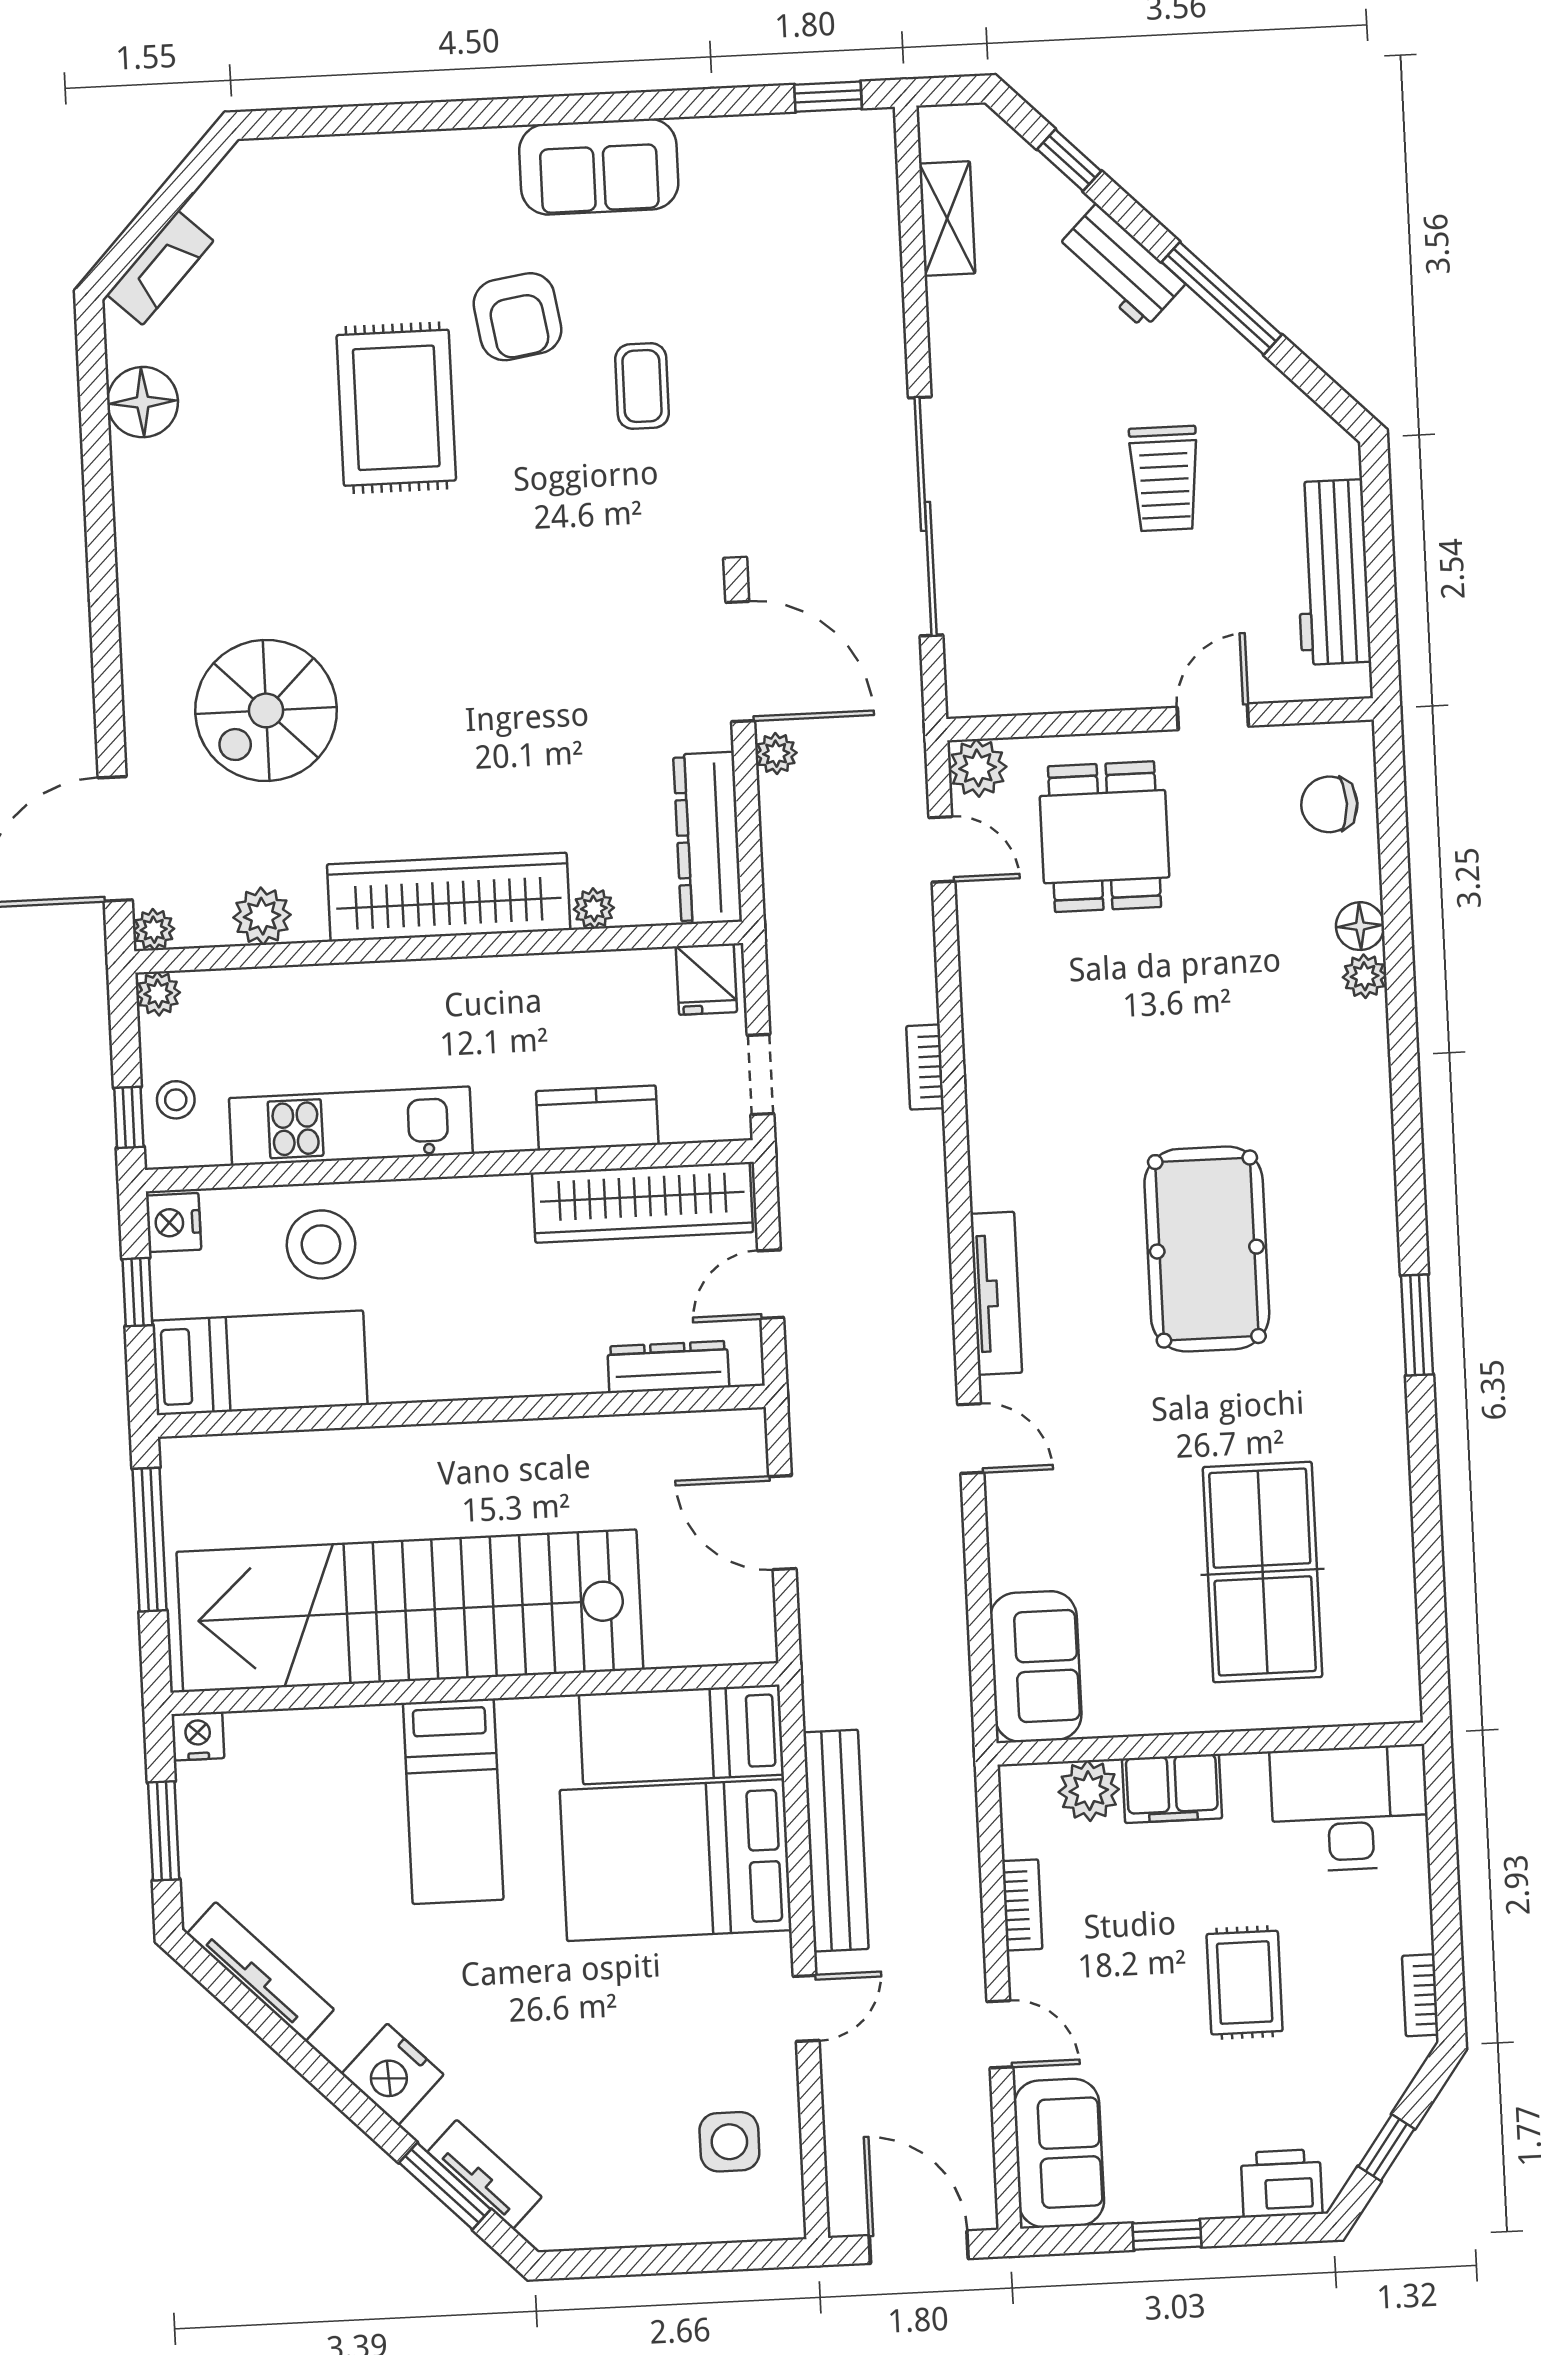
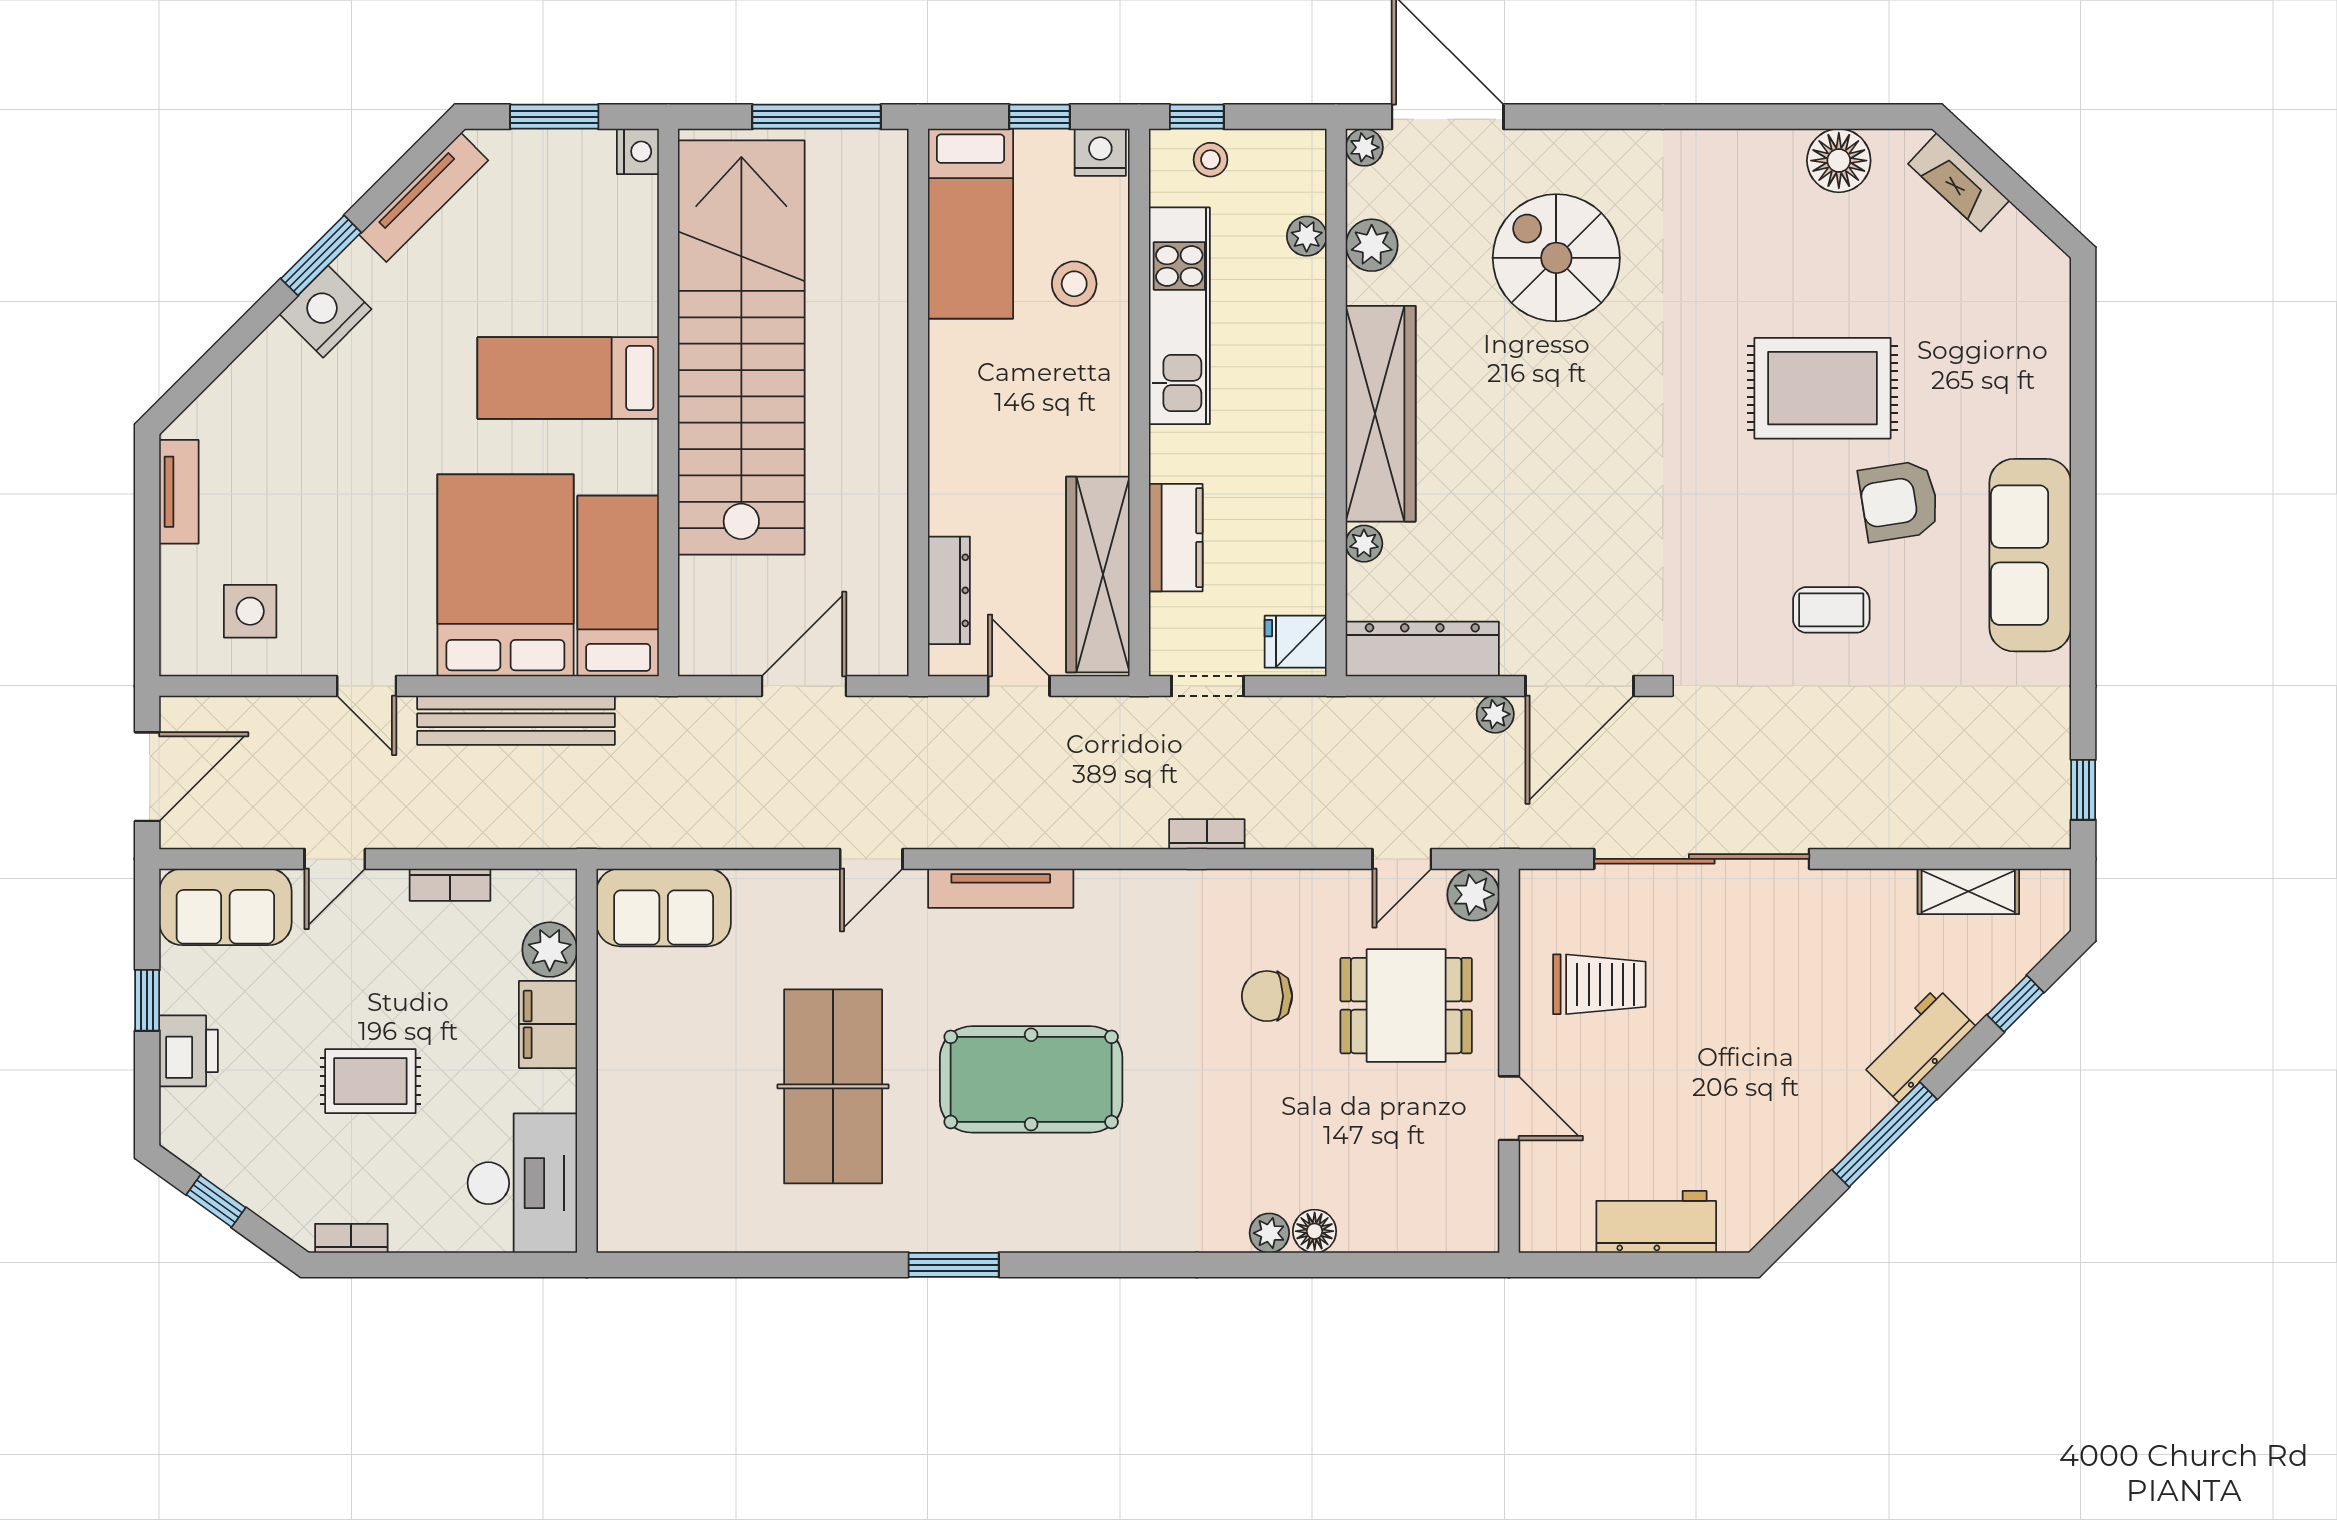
sofa: (599, 167) -> (2030, 555), width x1.36
trolley: (1164, 478) -> (1599, 984), moved, turned 180
workbench: (1332, 572) -> (1656, 1222), width x0.73
chair: (1329, 804) -> (1267, 996), moved, turned -90
plant: (158, 994) -> (1307, 236), moved
stool: (321, 1244) -> (1074, 284), width x0.73, depth x0.73
table tennis table: (1262, 1572) -> (833, 1086), moved, turned 90
tv unit: (485, 2174) -> (179, 492), moved, turned -45
printer: (1282, 2183) -> (188, 1051), moved
window: (445, 2186) -> (321, 255), moved

